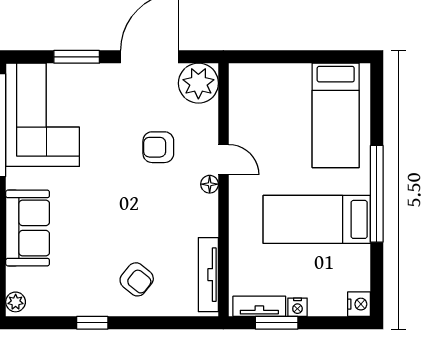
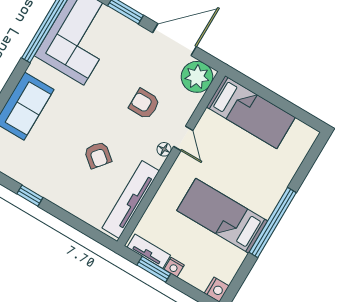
bed: (336, 115) -> (251, 112), moved, turned -90
tv unit: (208, 275) -> (131, 199), width x1.36, depth x1.29
armchair: (137, 279) -> (98, 155), moved

